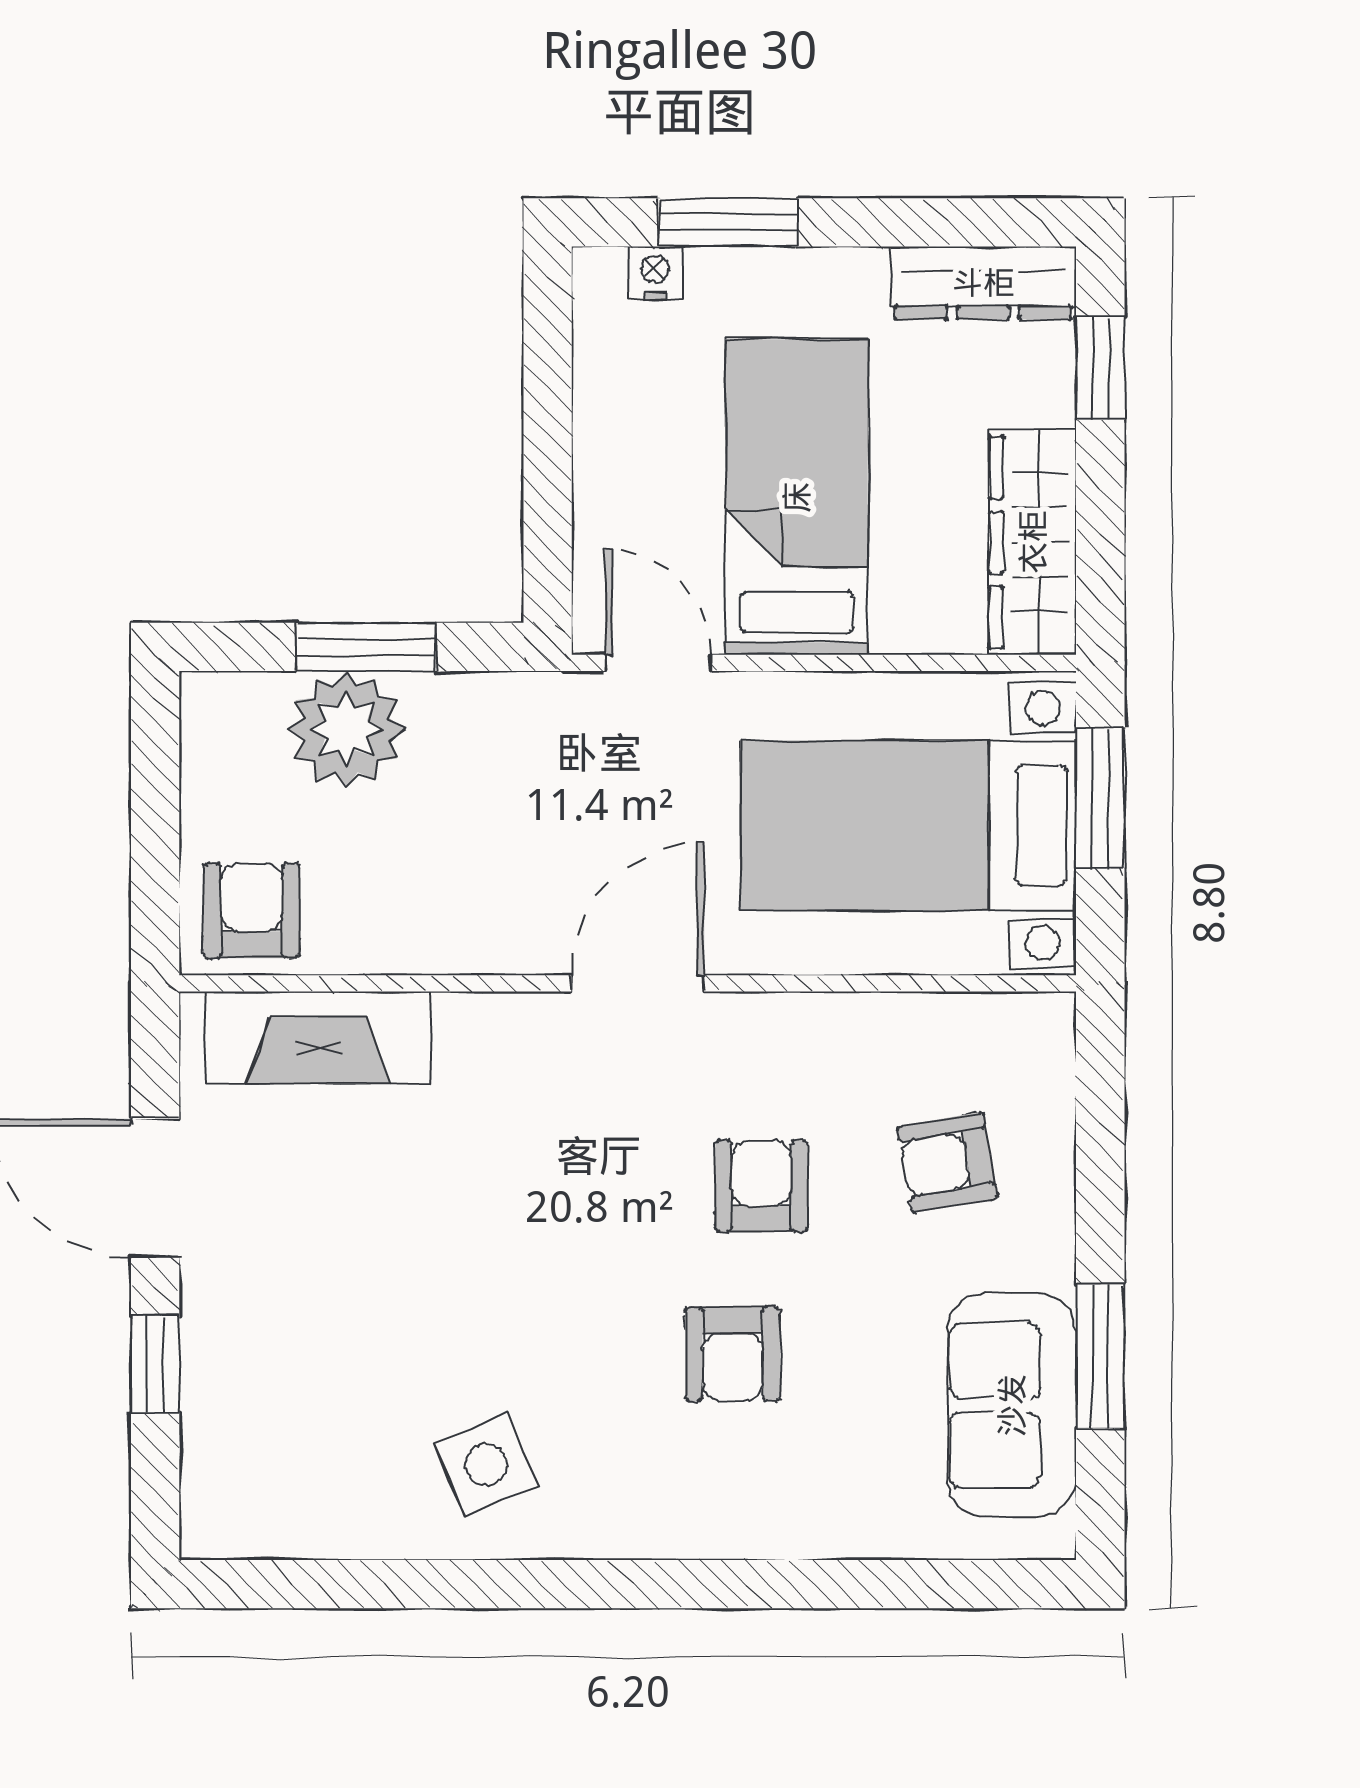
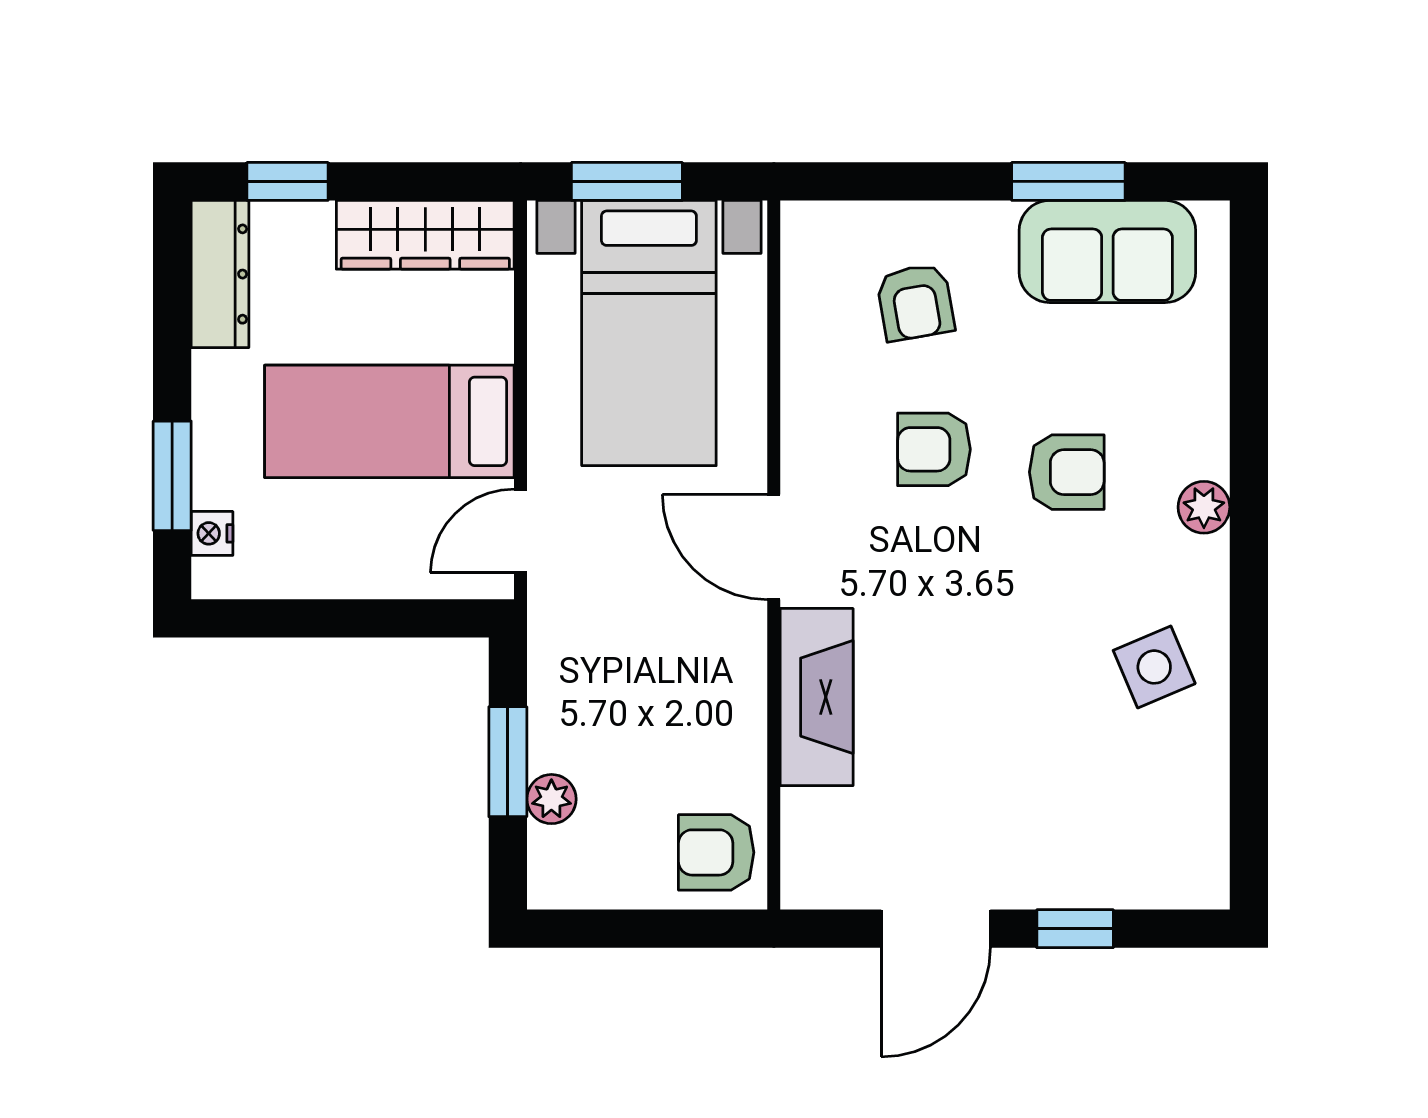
plant: (346, 729) -> (551, 799), width x0.53, depth x0.53
fireplace: (318, 1038) -> (817, 697), moved
plant: (688, 1527) -> (1204, 507), added

